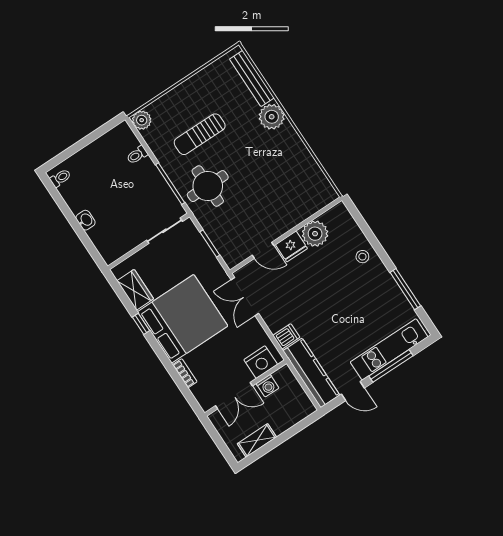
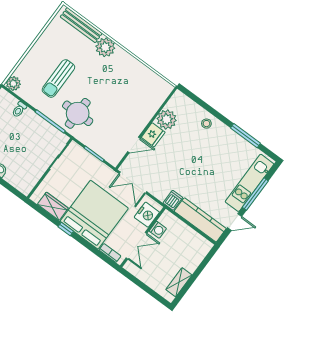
nightstand: (261, 362) -> (147, 215), moved
washing machine: (268, 386) -> (158, 230), moved
wall: (246, 388) -> (143, 237), moved
double door: (234, 396) -> (136, 246), moved

